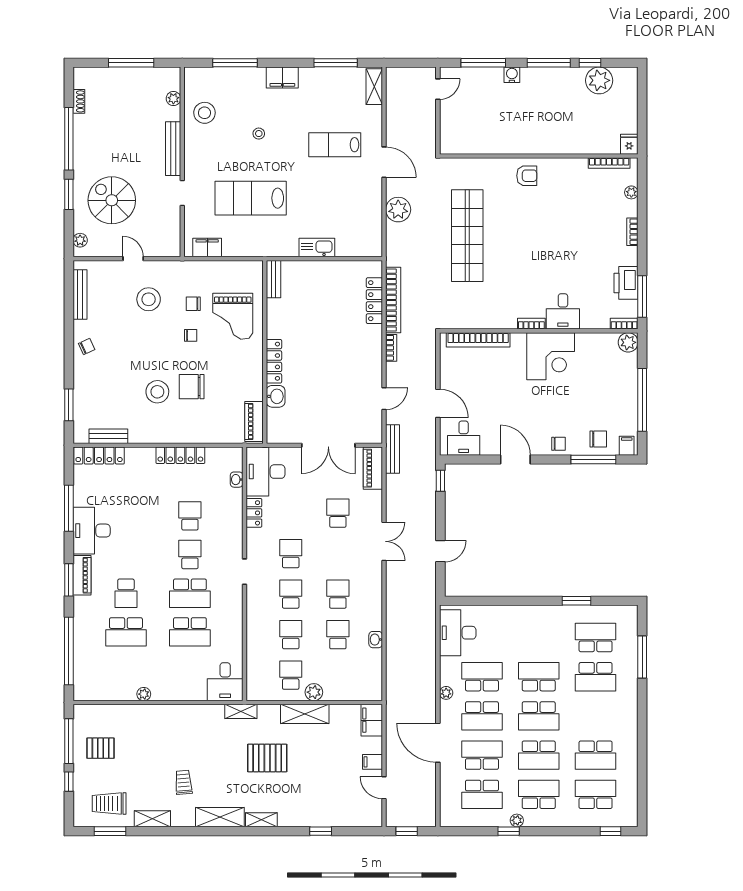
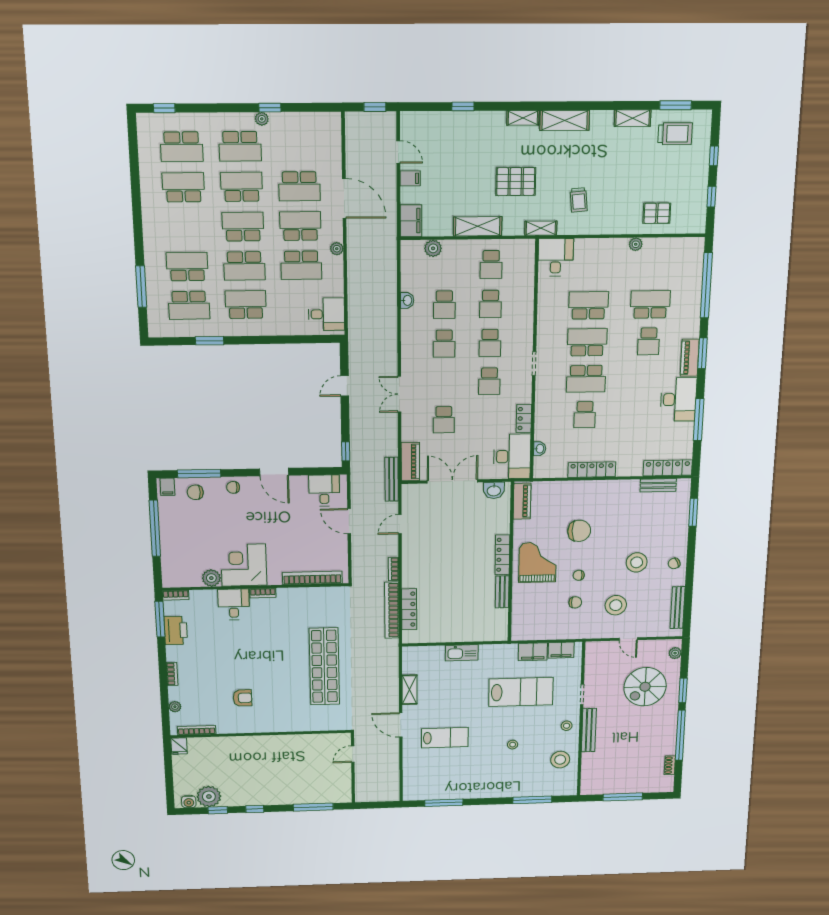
window: (549, 63) -> (255, 809), width x0.46
water cooler: (512, 75) -> (189, 802), moved
filing cabinet: (282, 78) -> (533, 652), moved, turned 180
shelving: (374, 87) -> (409, 690), moved
door: (438, 89) -> (353, 754), moved
plant: (173, 99) -> (587, 770), removed
stool: (198, 155) -> (567, 726), added
armchair: (527, 176) -> (242, 698), moved, turned 180
spiral stairs: (112, 200) -> (645, 687), turned 90
plant: (398, 210) -> (388, 686), removed
bench: (274, 279) -> (502, 592), moved
grand piano: (233, 316) -> (537, 562), moved
plant: (628, 342) -> (211, 578), moved
stool: (157, 392) -> (637, 562), moved
washbasin: (276, 396) -> (494, 490), moved, turned -90
school desk: (190, 555) -> (586, 379), width x1.85
school desk: (126, 593) -> (649, 341), turned 180
desk: (458, 633) -> (326, 314), width x0.73
plant: (314, 692) -> (433, 248), moved
window: (69, 741) -> (711, 197), width x0.46
pallet: (101, 748) -> (657, 213), moved
trolley: (183, 782) -> (579, 200), moved
school desk: (482, 794) -> (246, 305), moved

